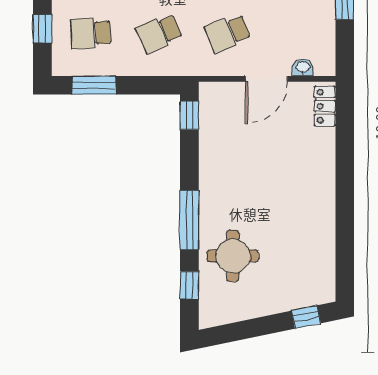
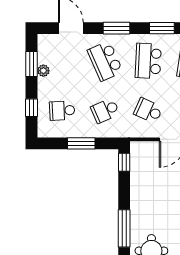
school desk: (228, 33) -> (148, 111), turned 45
window: (94, 85) -> (81, 143), moved

